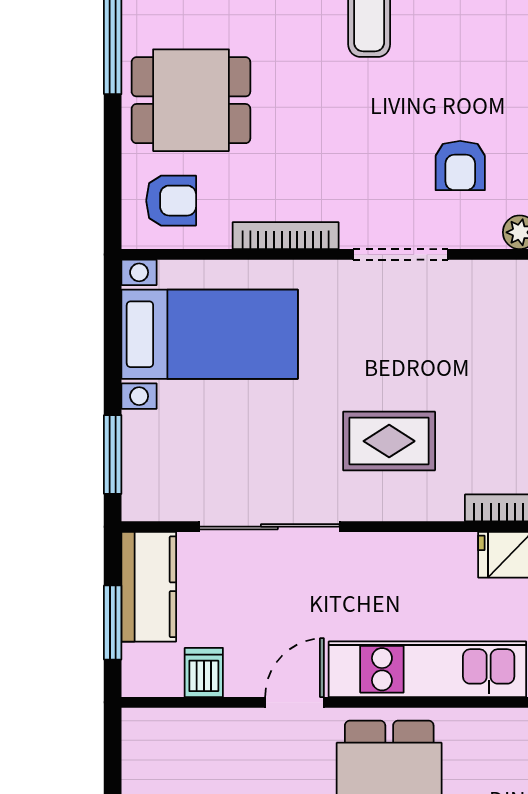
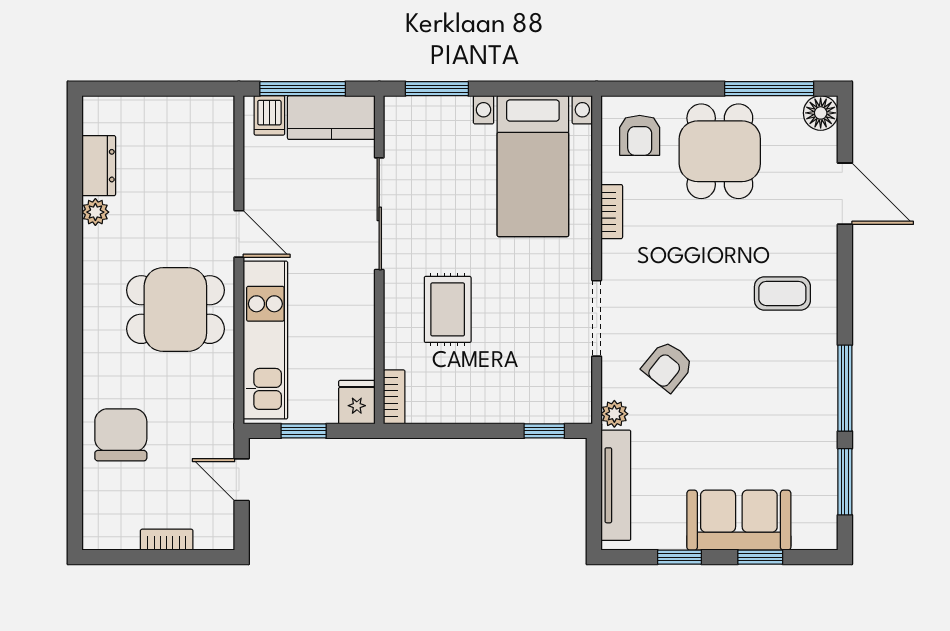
armchair: (460, 166) -> (668, 366), turned -51
bookcase: (286, 236) -> (612, 212), width x0.64
window: (113, 623) -> (303, 89), width x1.44
dishwasher: (204, 672) -> (269, 115), moved, turned 90

